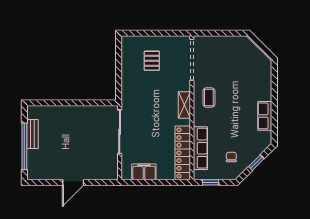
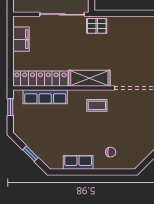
pallet: (152, 61) -> (97, 26), moved
shelving: (184, 105) -> (89, 78), width x1.50, depth x1.33
chair: (231, 157) -> (111, 152), moved

